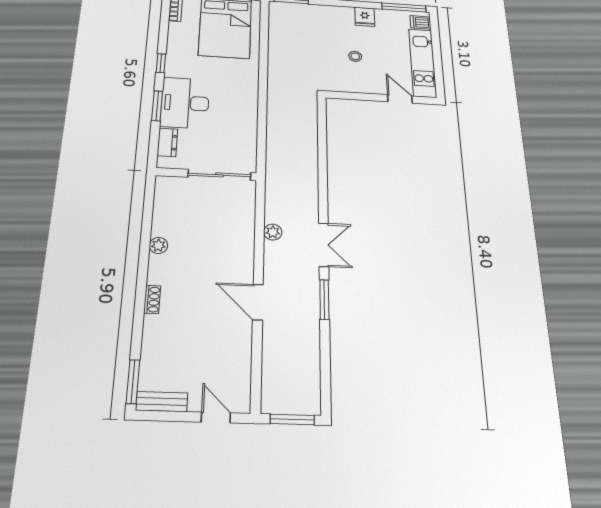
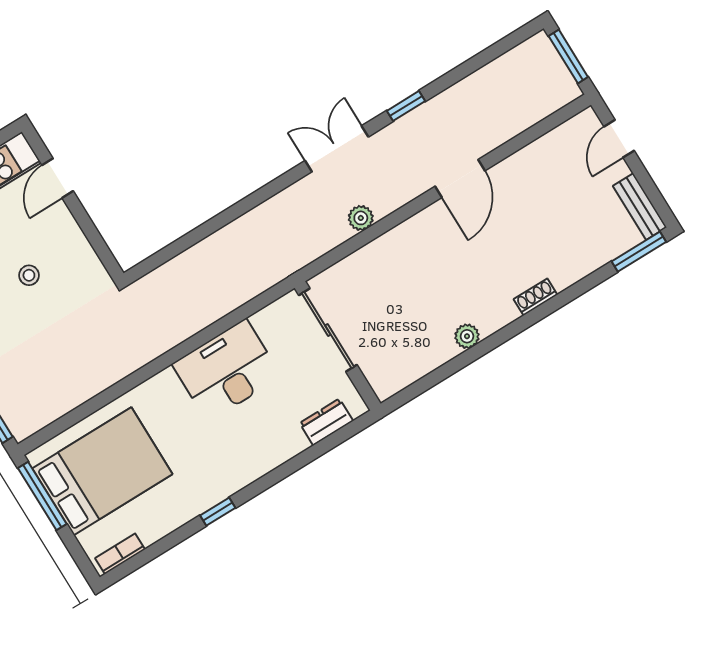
desk: (185, 103) -> (227, 370), moved, turned 180
window: (157, 106) -> (284, 471), removed
window: (324, 299) -> (406, 106), width x0.67

